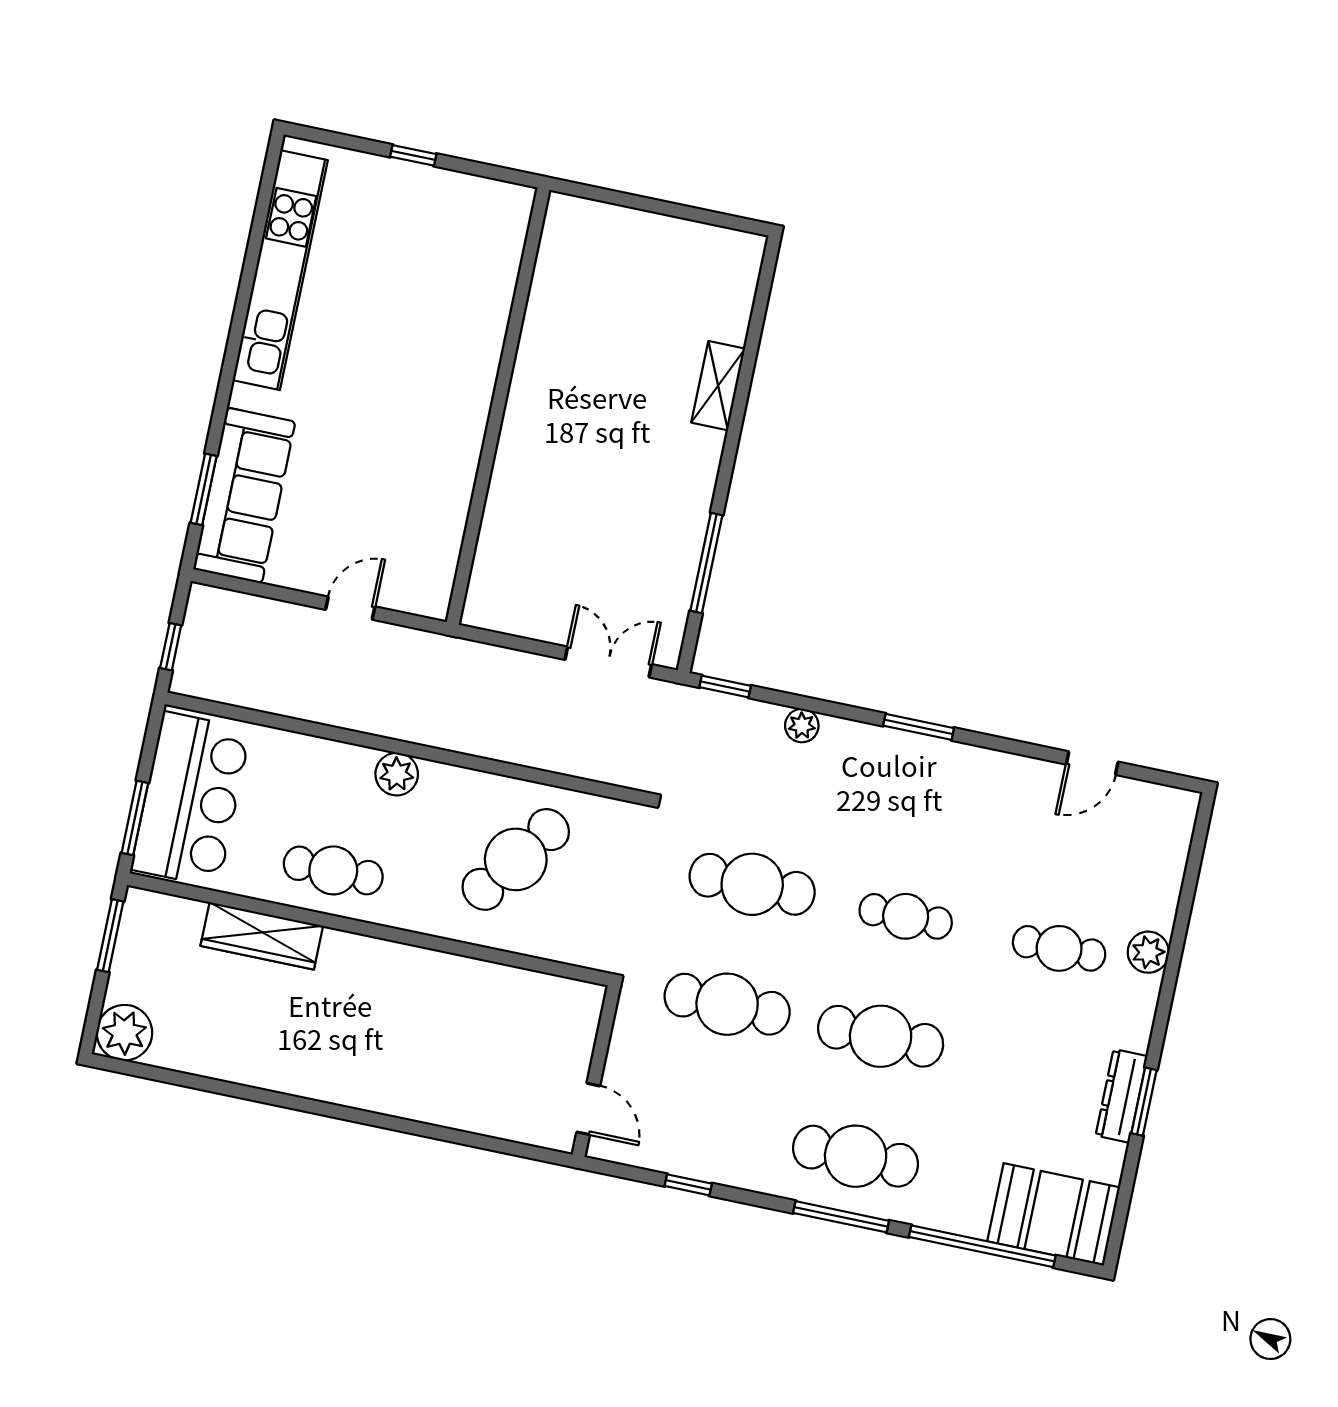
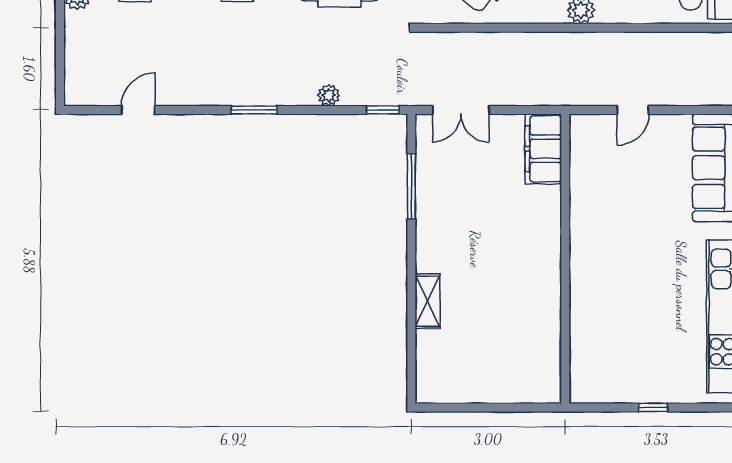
filing cabinet: (497, 578) -> (543, 149), added

